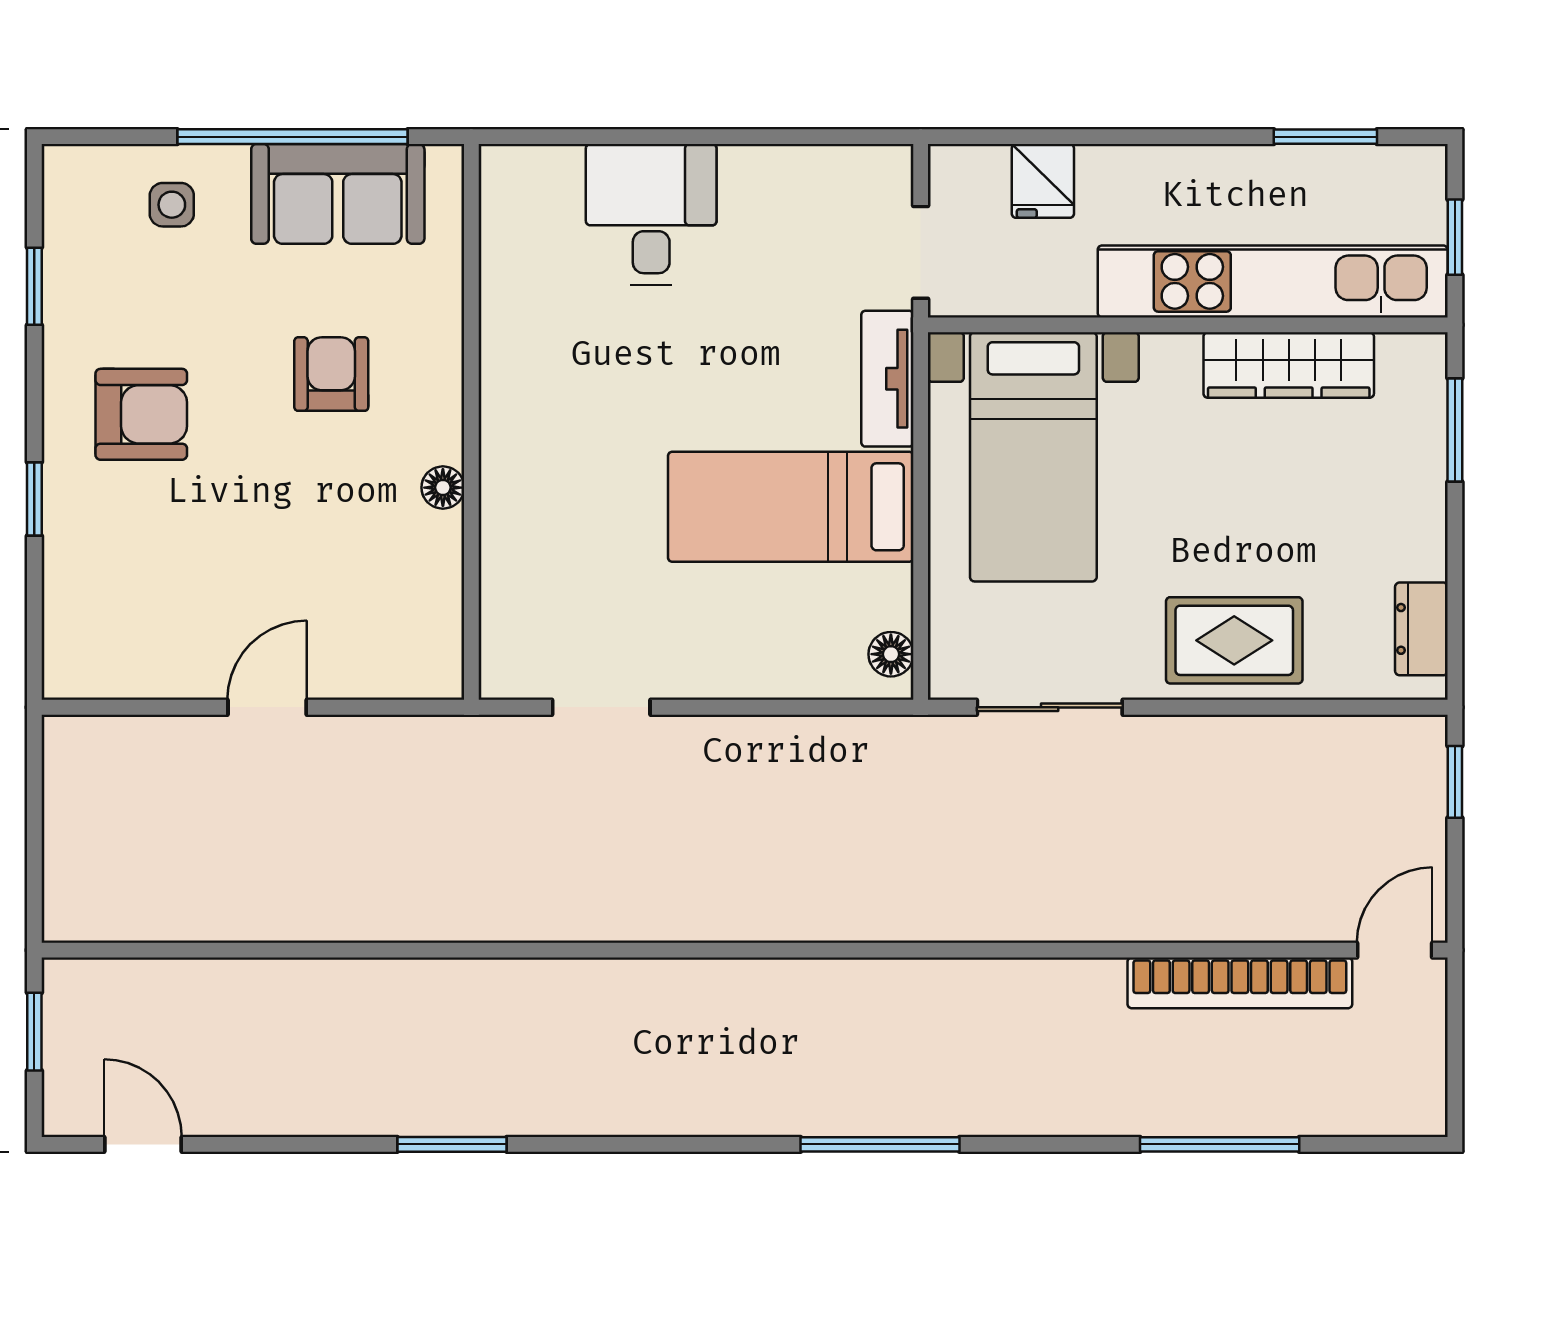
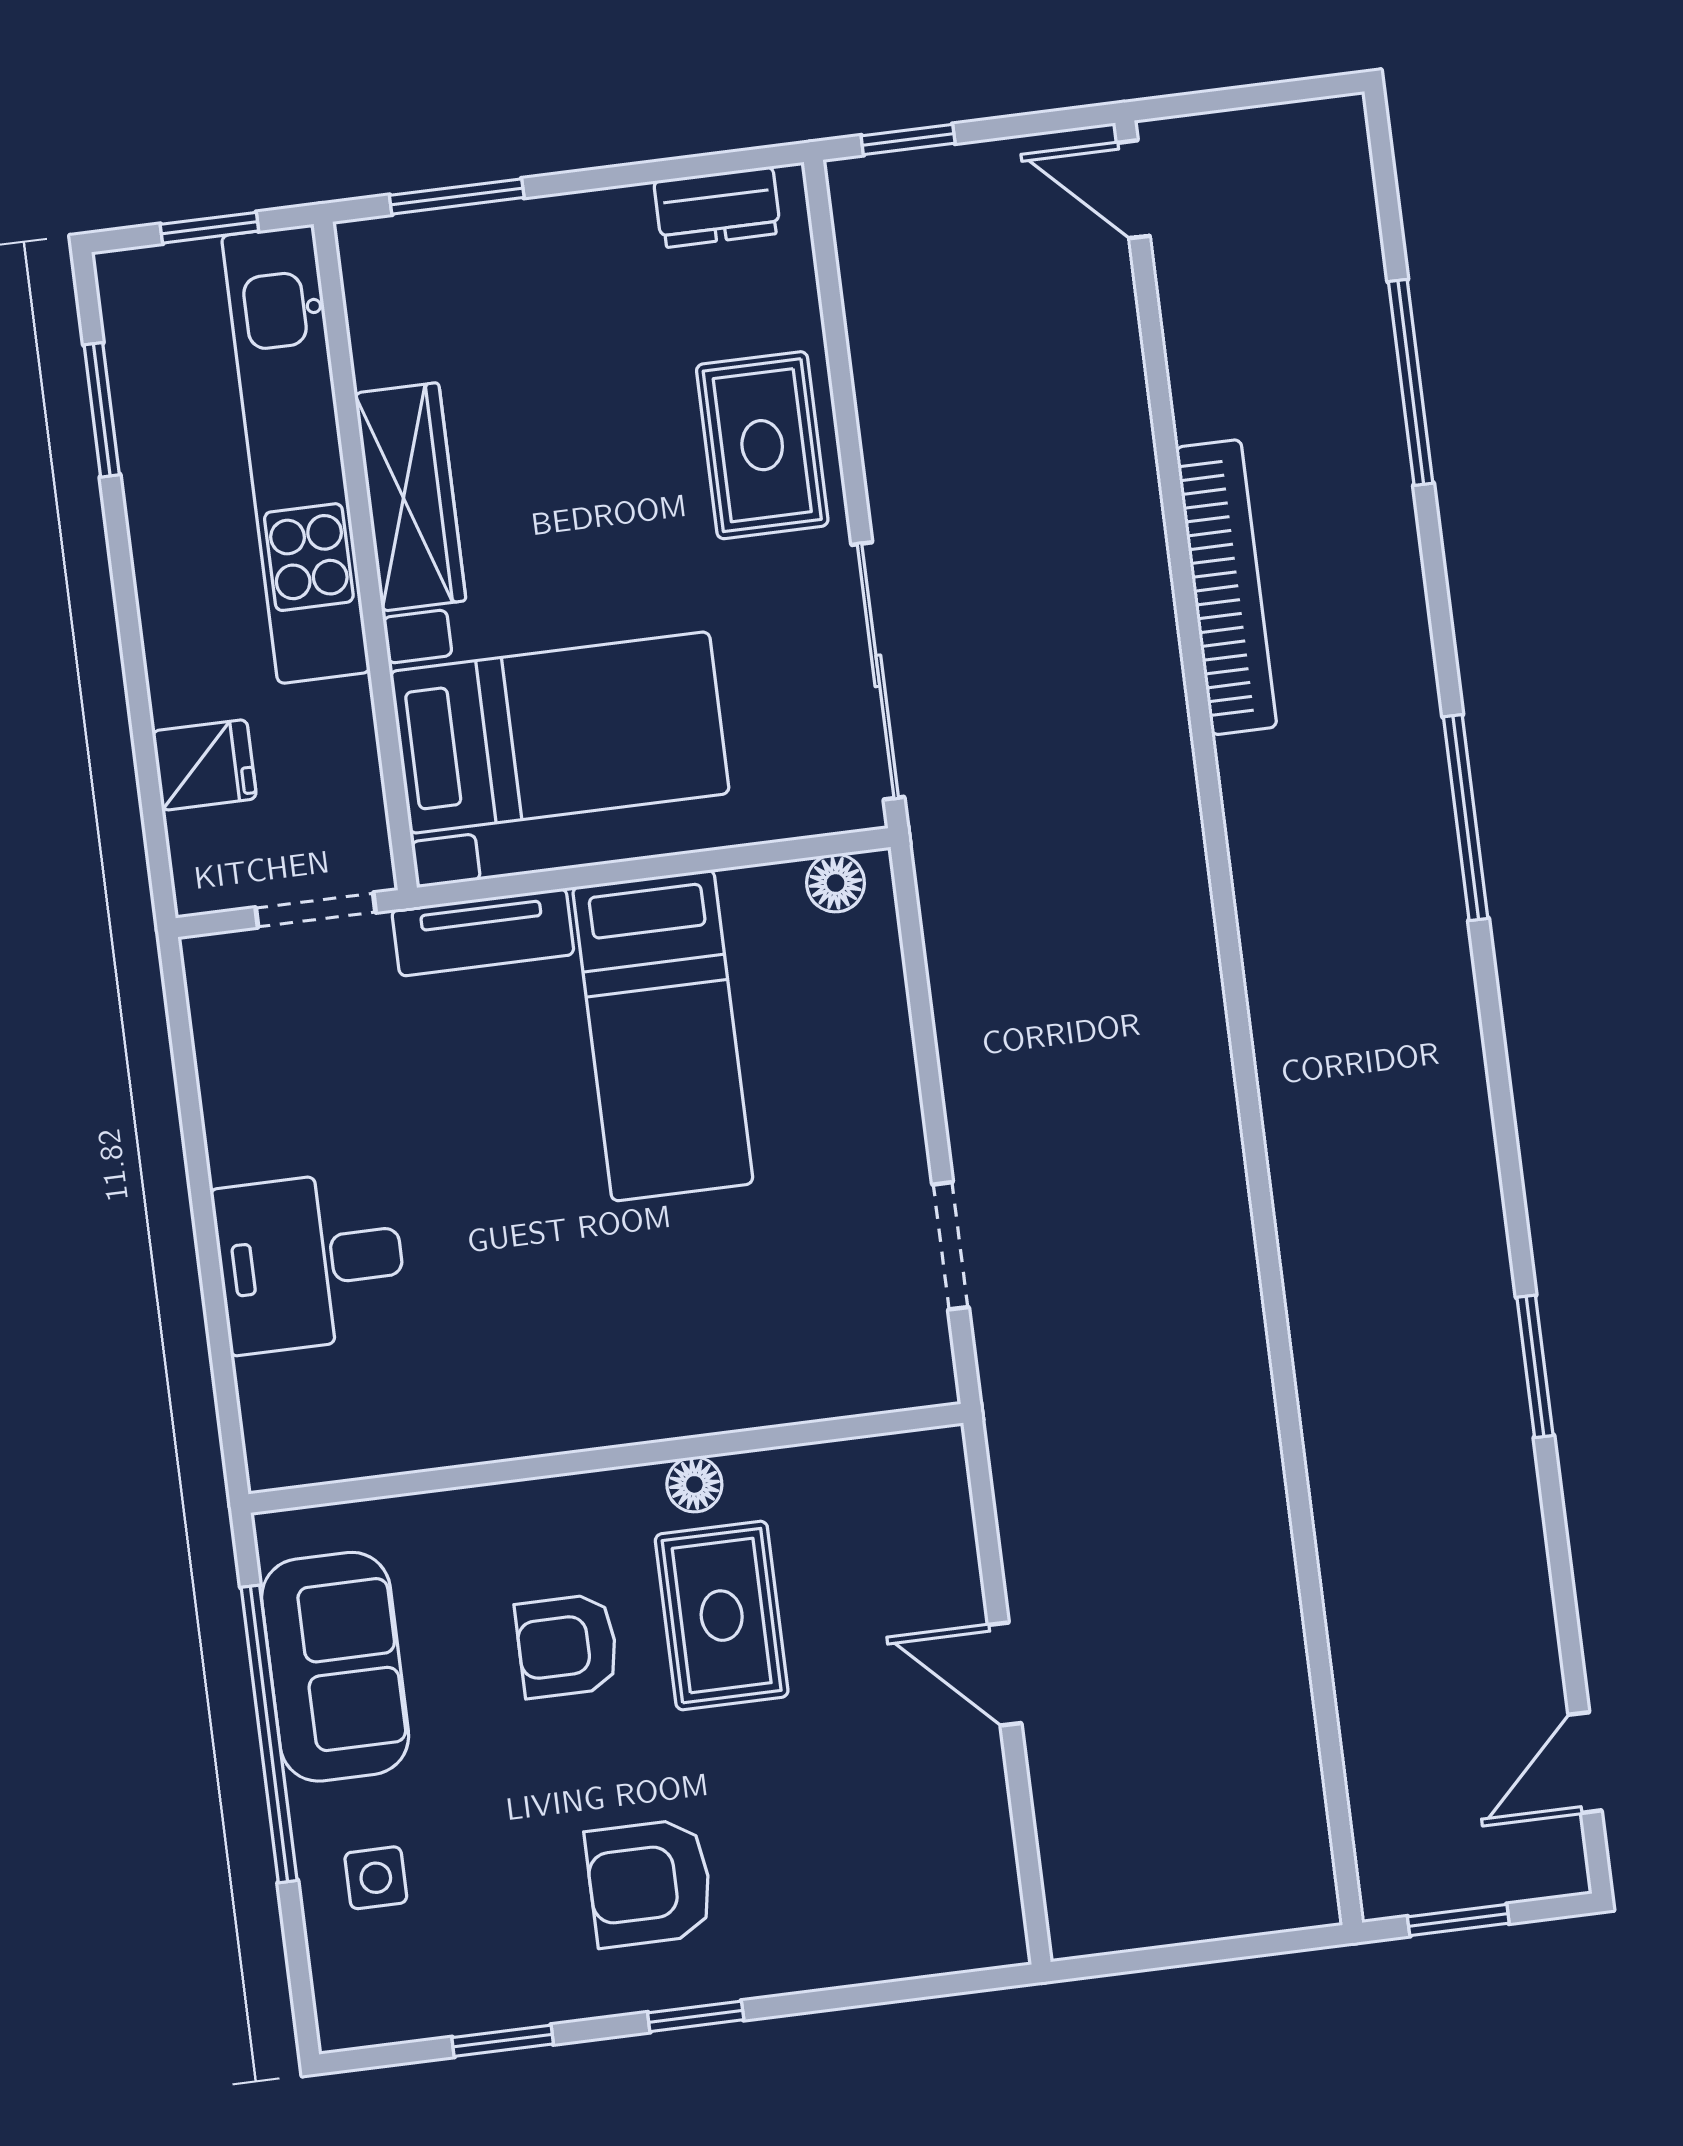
wardrobe: (1289, 365) -> (410, 497), moved
armchair: (141, 414) -> (649, 1883), turned -90
rug: (340, 496) -> (722, 1616), added
window: (34, 499) -> (696, 2016), moved
sliding door: (1050, 707) -> (878, 671), width x1.37
bookcase: (1240, 983) -> (1226, 587), moved

